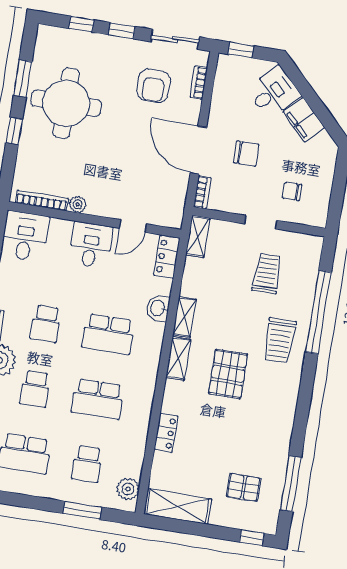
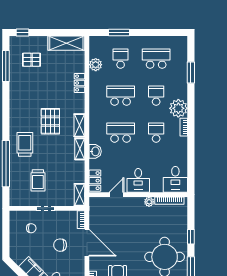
plant: (128, 489) -> (96, 65), moved

